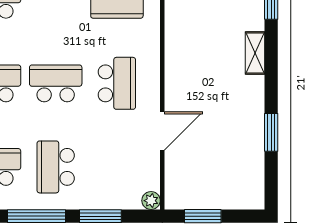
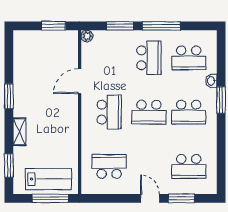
school desk: (117, 83) -> (109, 112), turned 180
window: (271, 132) -> (9, 96), moved

